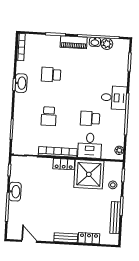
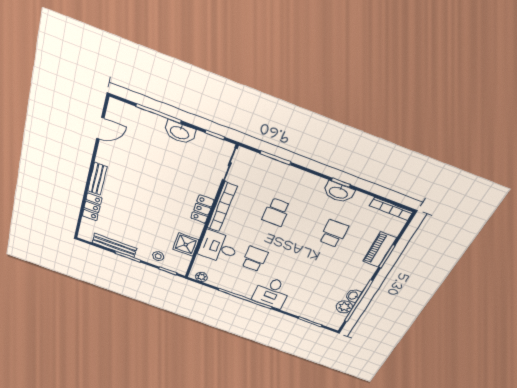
piano: (74, 42) -> (379, 250), moved
school desk: (49, 116) -> (276, 212), turned -90
shower: (89, 174) -> (186, 245), width x0.54, depth x0.54

